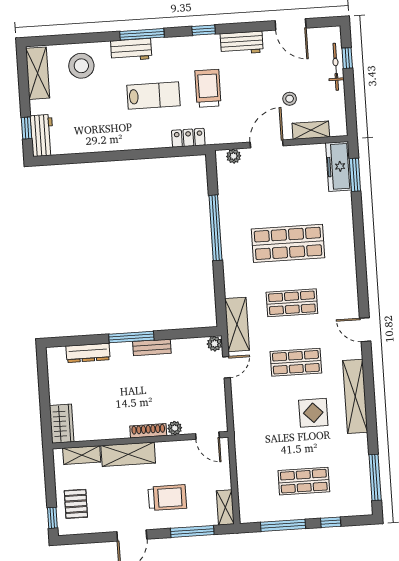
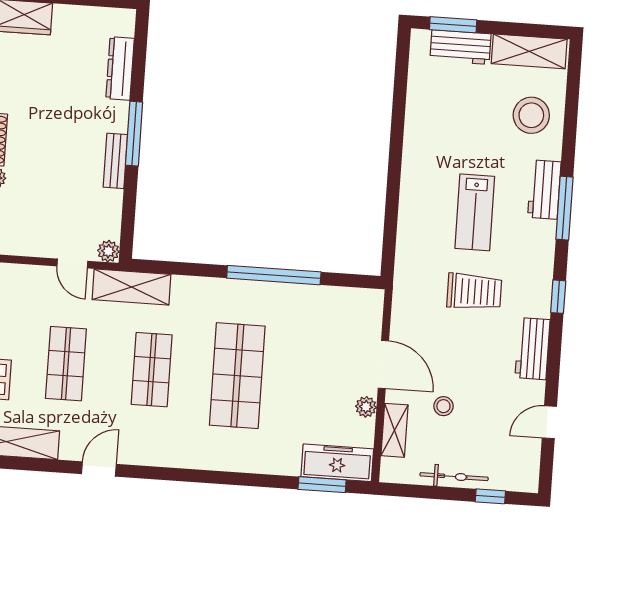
door: (291, 24) -> (549, 422), width x0.73
bicycle: (336, 67) -> (454, 477), moved
window: (26, 128) -> (453, 25), width x1.50
workbench: (42, 136) -> (461, 47), moved
locker: (188, 138) -> (407, 254), removed
plant: (234, 156) -> (366, 407), moved

